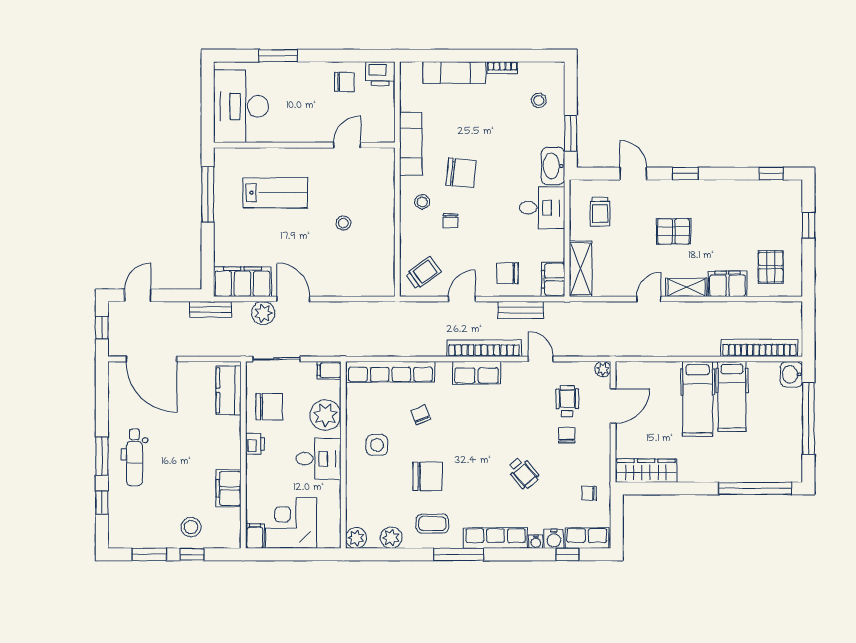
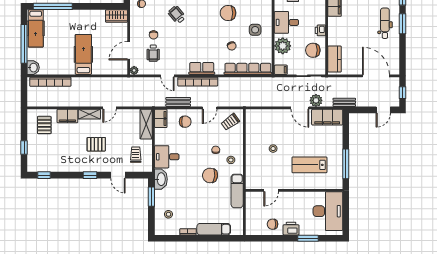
printer: (380, 74) -> (291, 229), moved
hospital bed: (732, 396) -> (36, 28), moved, turned 180
wardrobe: (646, 471) -> (116, 16), width x0.67

